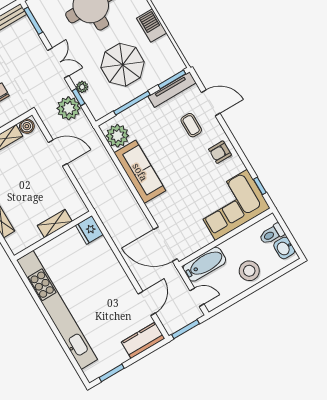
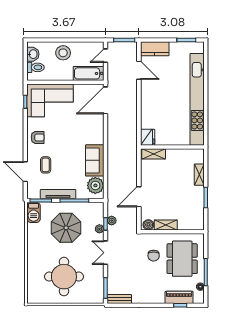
barbecue: (152, 26) -> (34, 212), moved
tv unit: (172, 90) -> (58, 194), moved
plant: (69, 108) -> (112, 221), width x0.53, depth x0.53
door: (58, 153) -> (139, 197), hinge flipped
sofa: (140, 172) -> (95, 160), width x0.73
shelving: (55, 224) -> (154, 154), moved
door: (165, 244) -> (105, 100), swing flipped
door: (197, 297) -> (105, 56), hinge flipped
door: (147, 303) -> (139, 70), swing flipped

